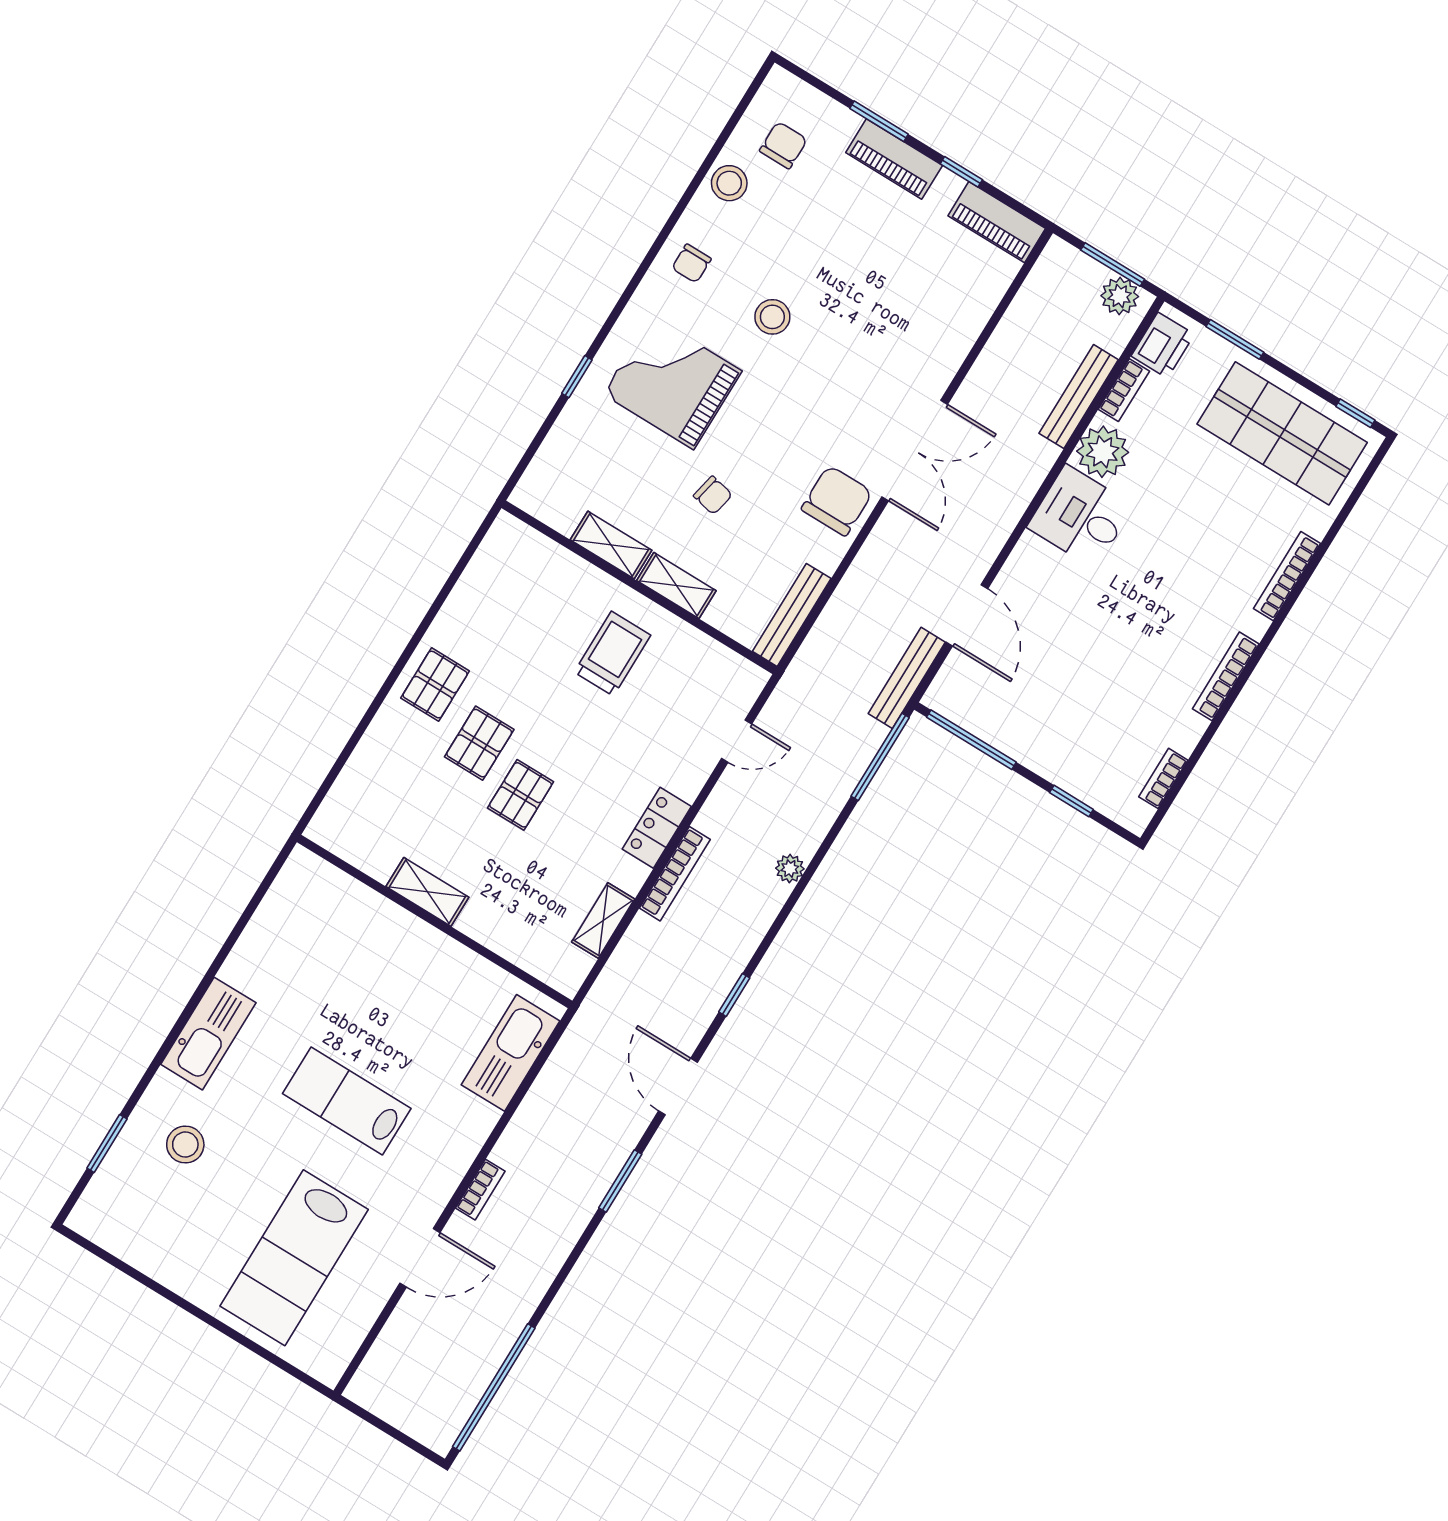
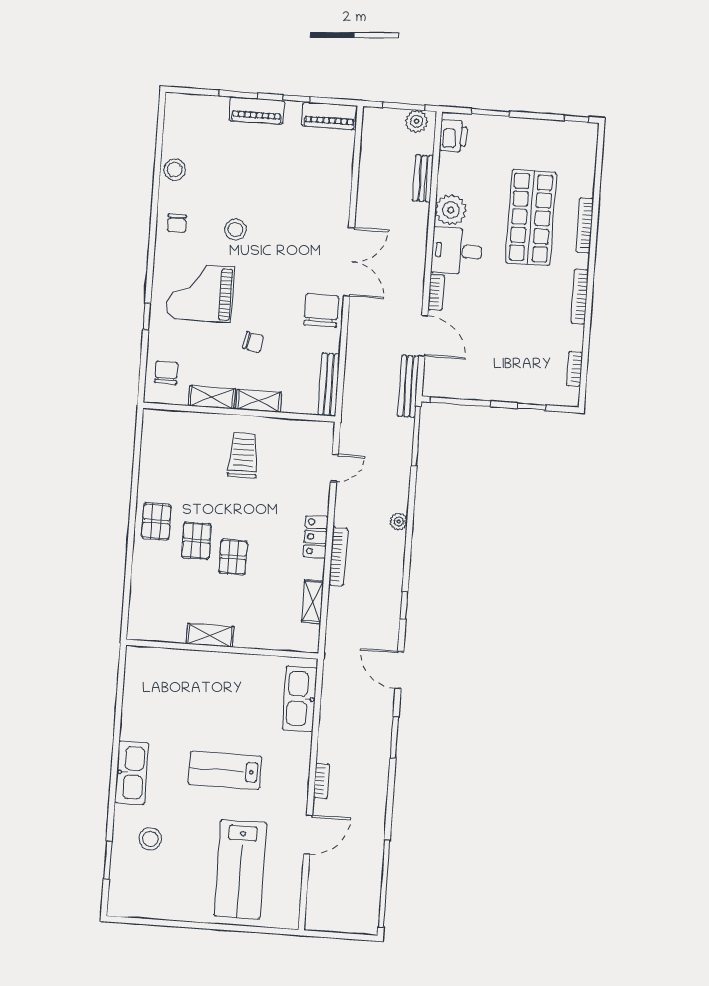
chair: (783, 145) -> (166, 373), moved
bookcase: (1124, 390) -> (436, 292), moved
bench: (1079, 396) -> (423, 178), width x0.73
shop shelf: (1282, 433) -> (531, 218), moved, turned 90

